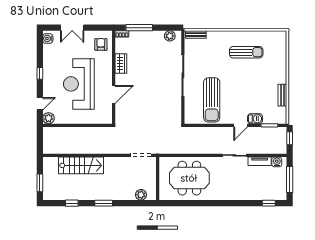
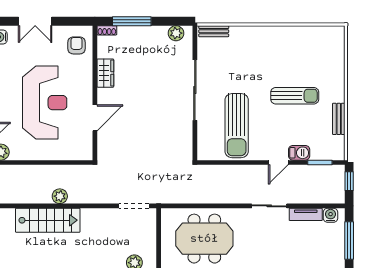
sun lounger: (246, 52) -> (295, 96), moved
reception desk: (79, 84) -> (45, 103), turned 180
plant: (89, 149) -> (60, 196), added

